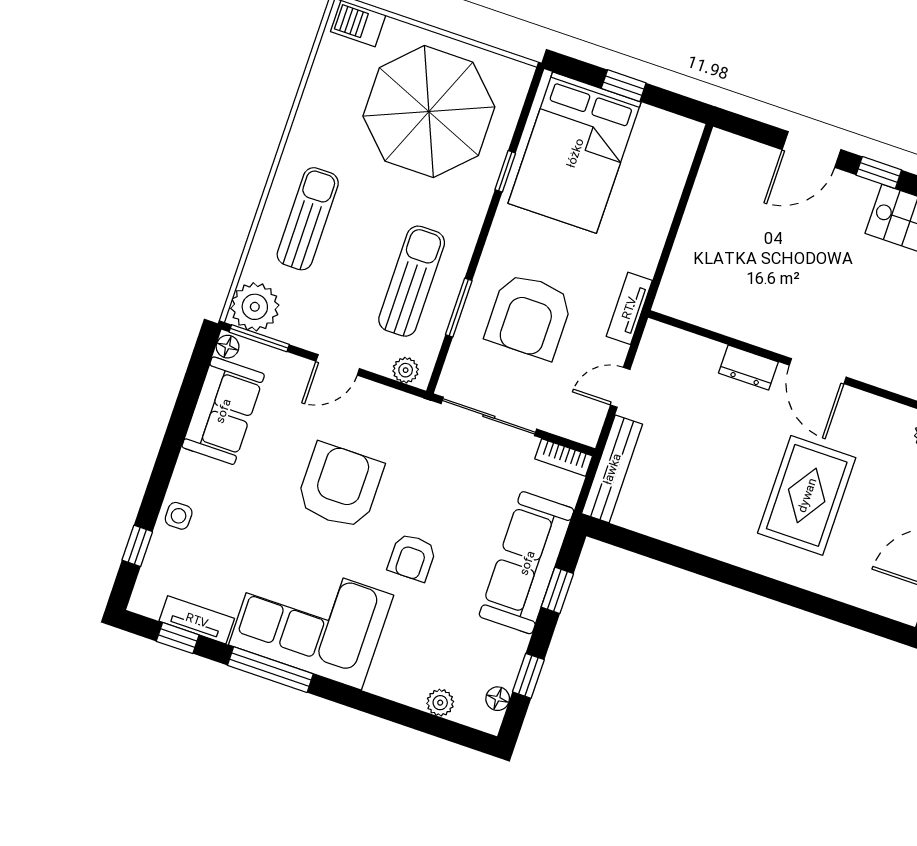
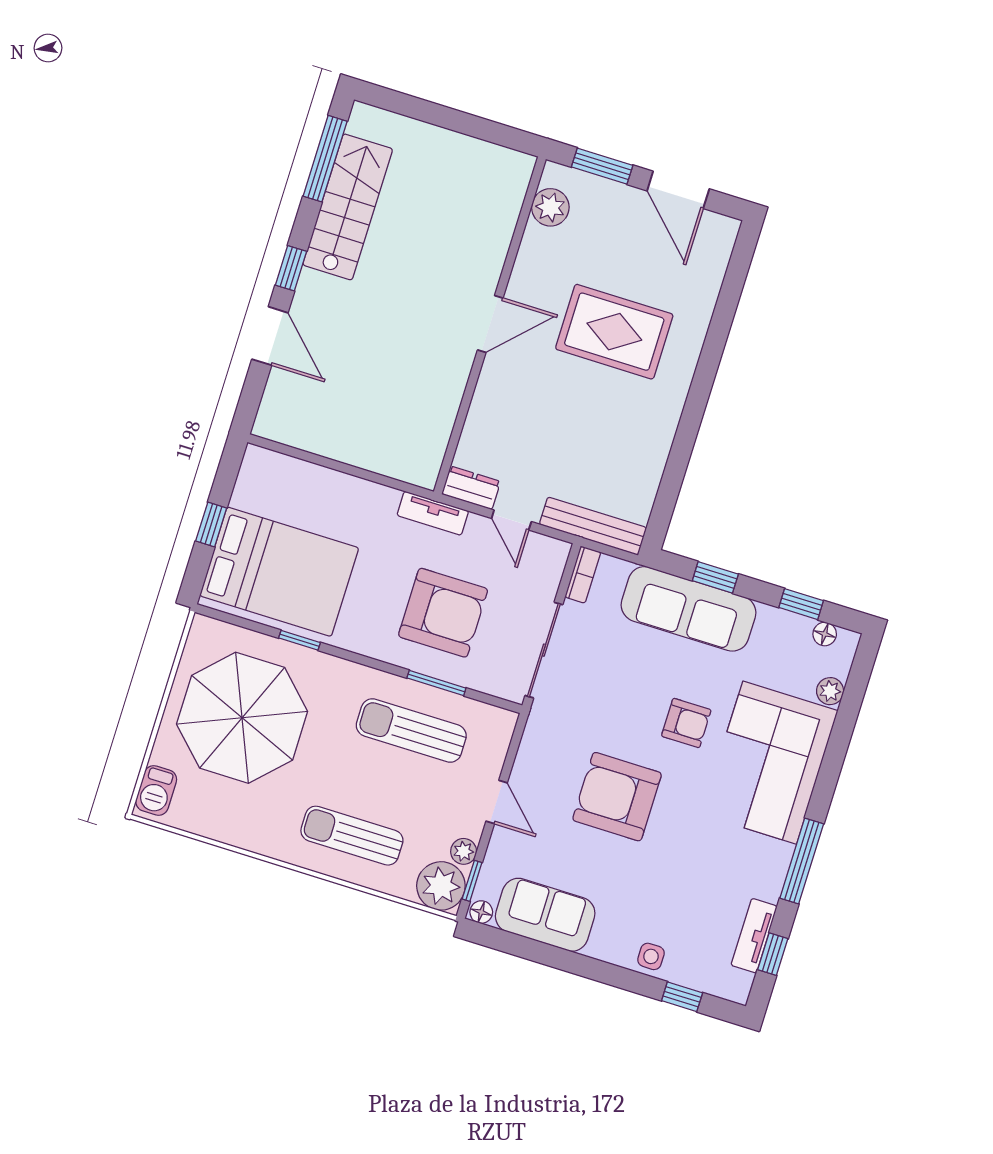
window: (259, 338) -> (472, 881), width x0.67
dresser: (748, 367) -> (471, 488), moved, turned -90
plant: (406, 370) -> (464, 851), moved
corner sofa: (311, 620) -> (770, 763), moved

